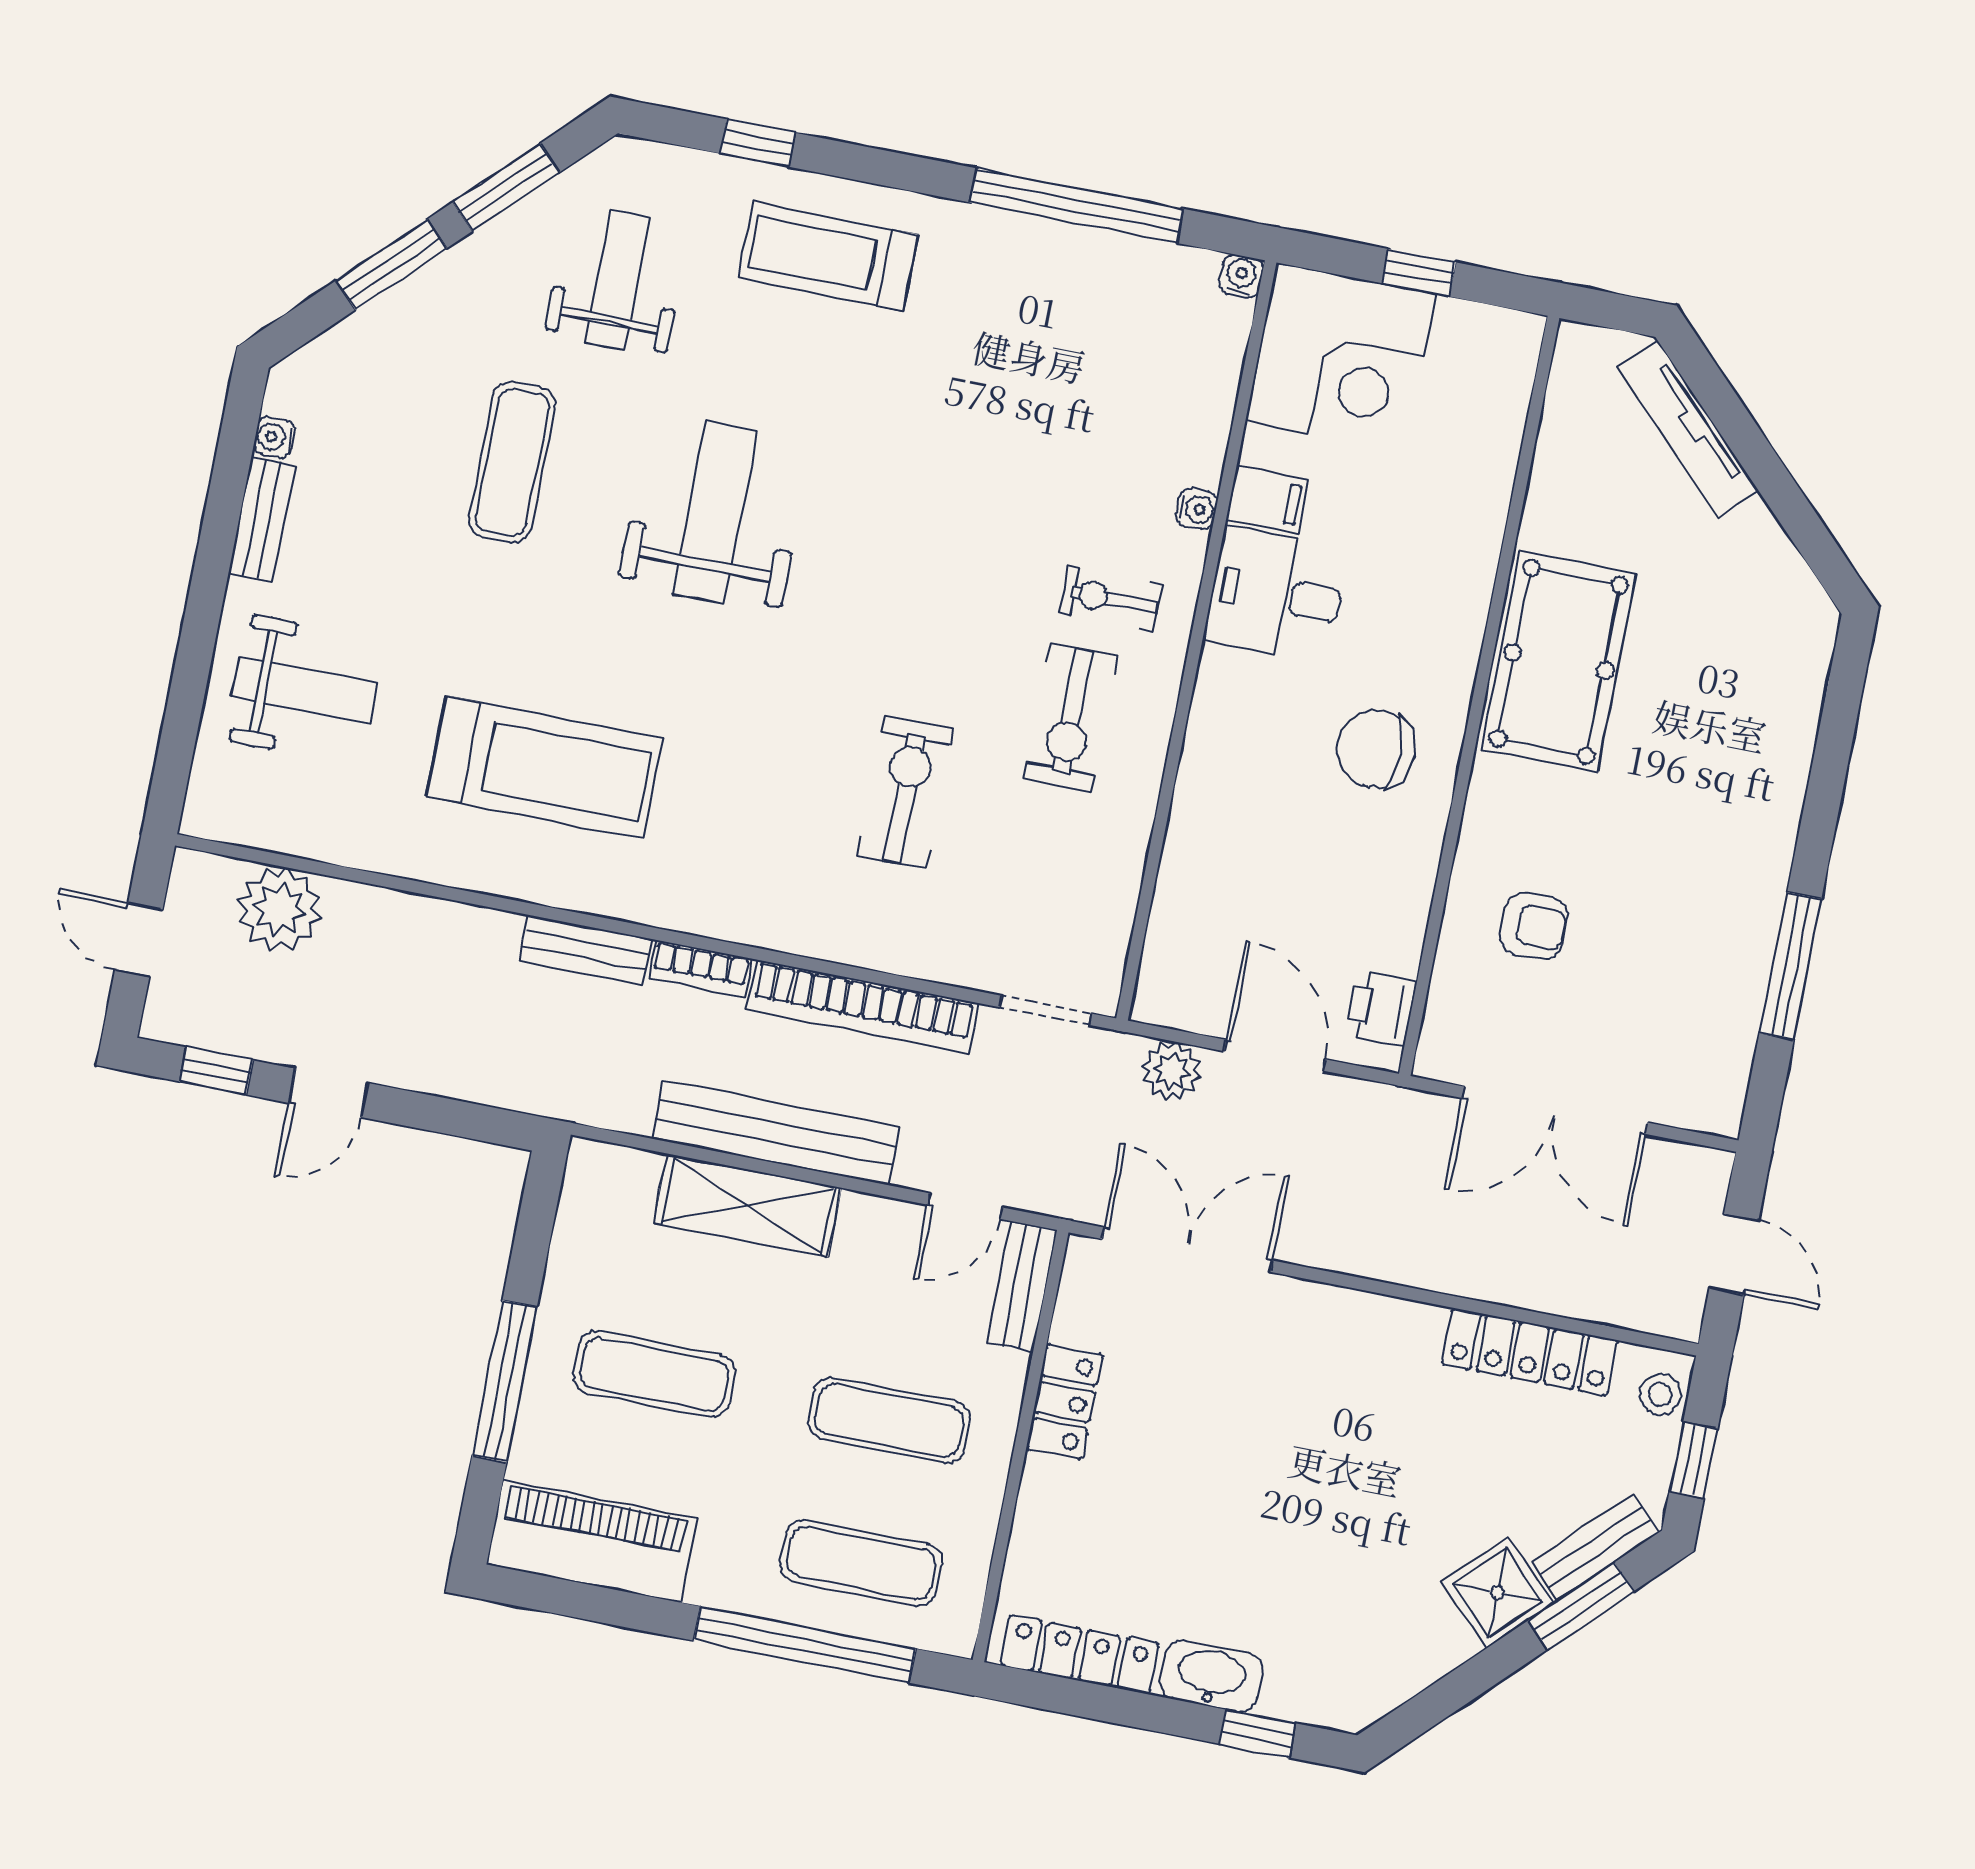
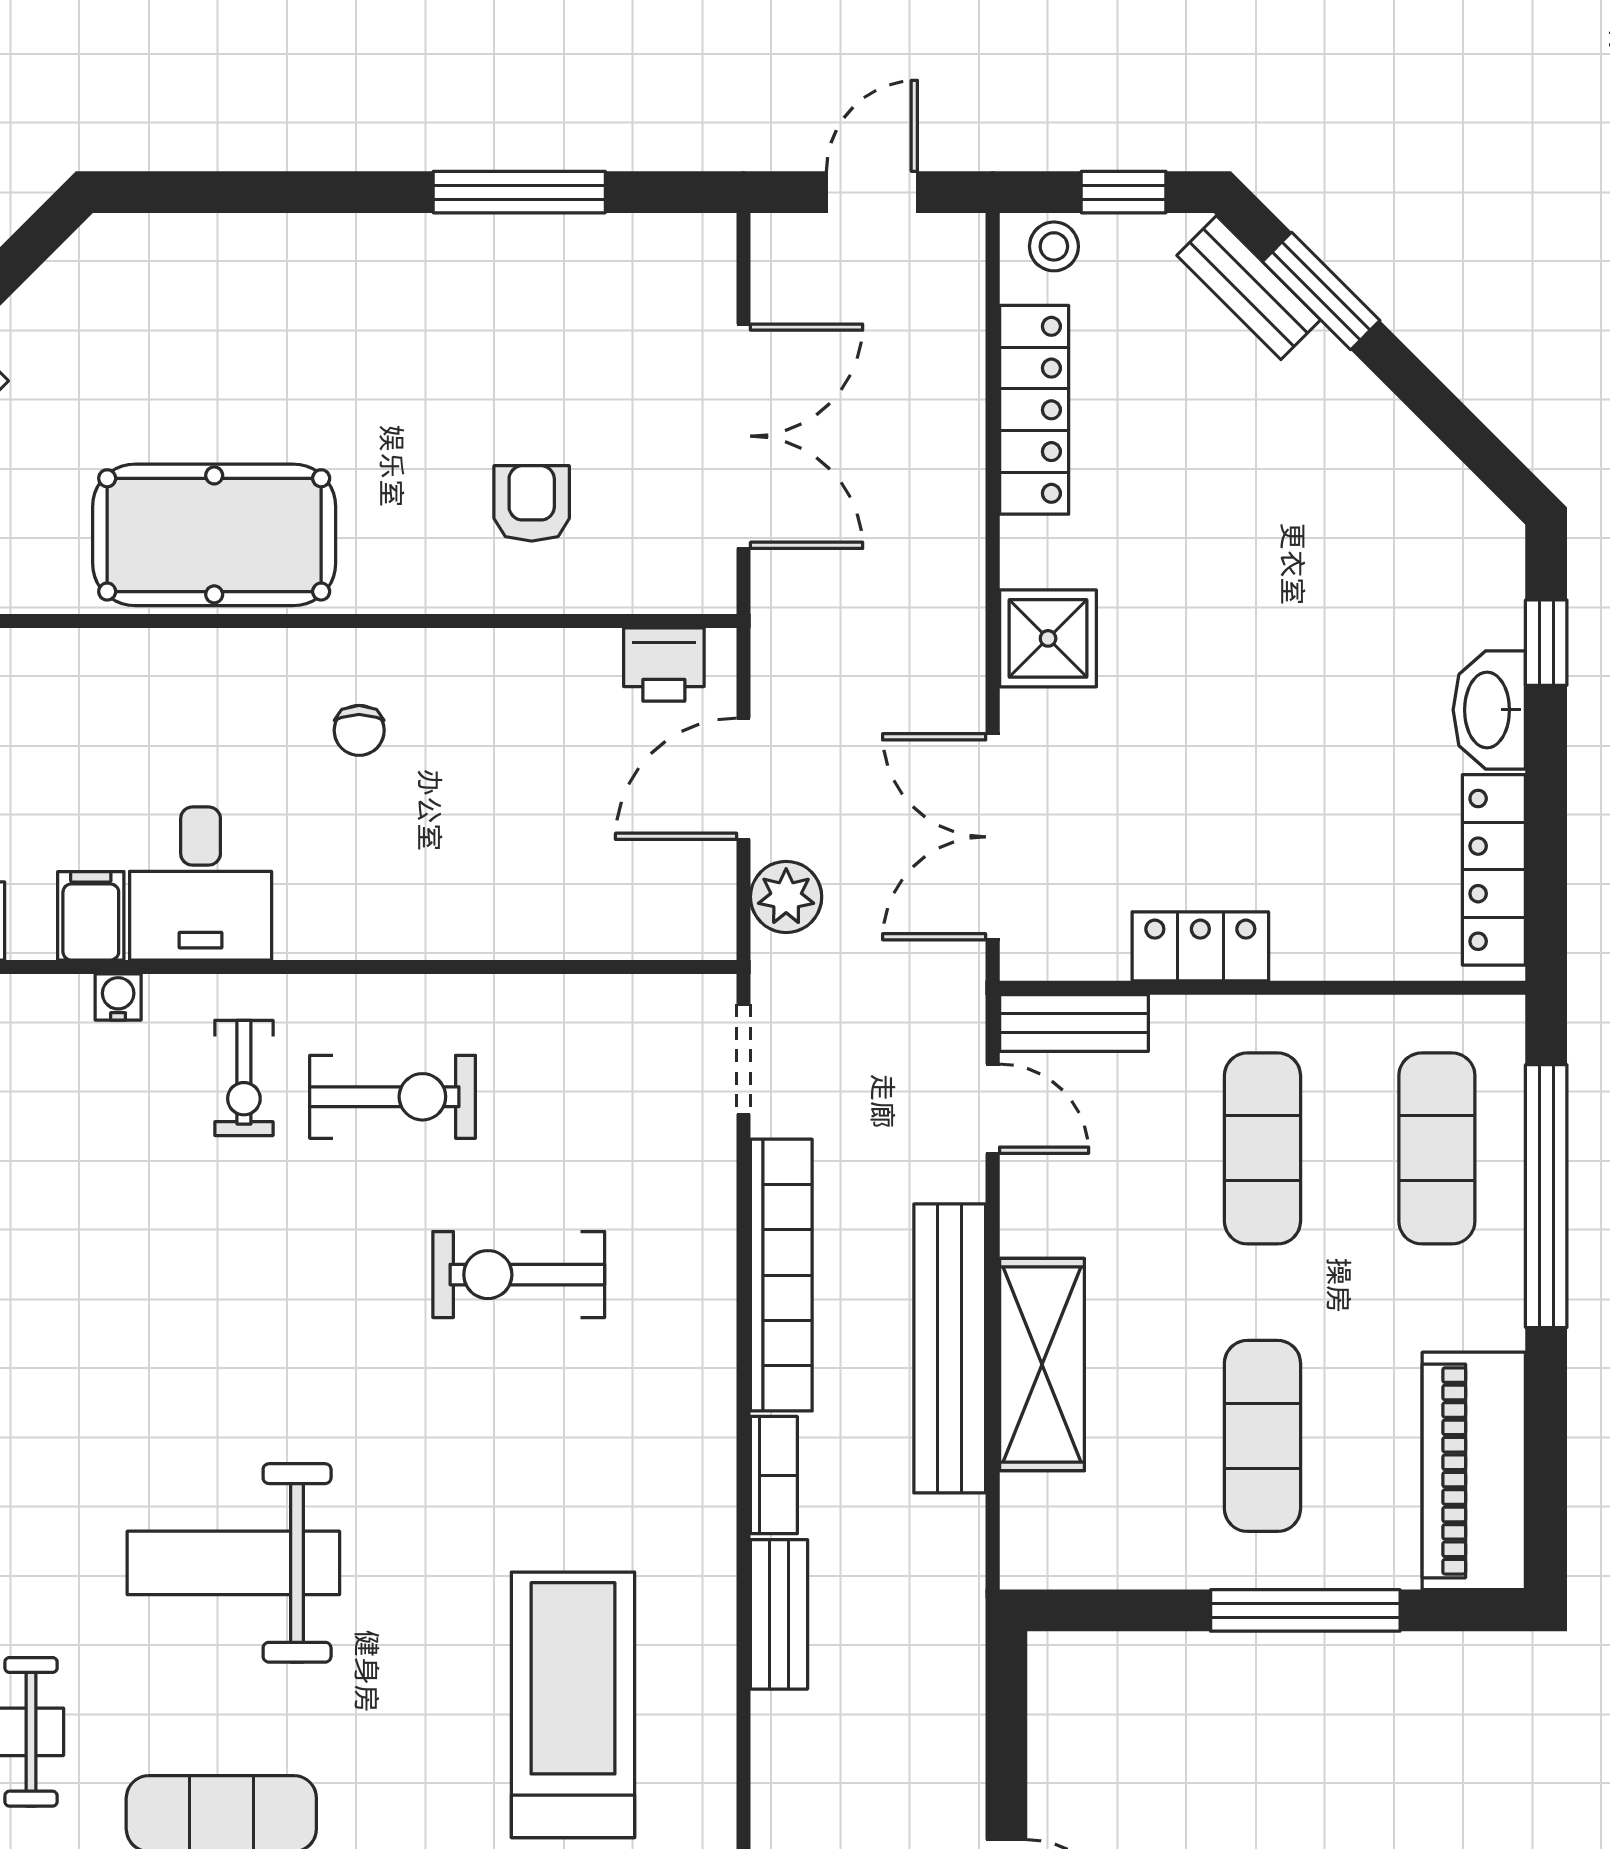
chair: (1376, 749) -> (359, 730), width x0.54, depth x0.54
shower: (1497, 1592) -> (1048, 638), moved, turned 45

